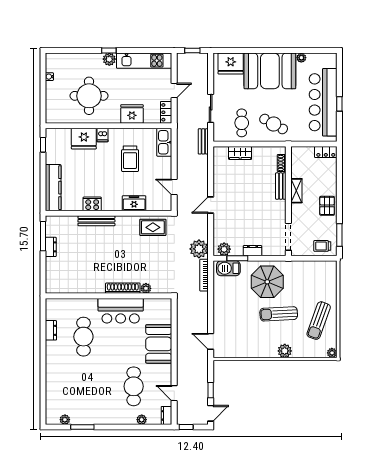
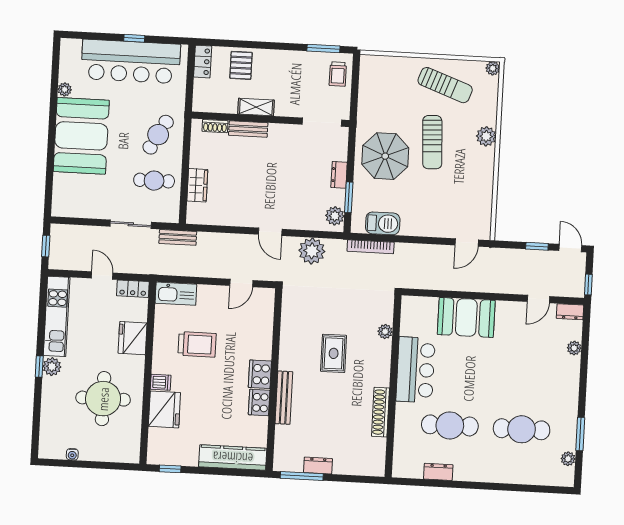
fridge: (231, 63) -> (68, 192), removed
cooker: (112, 203) -> (260, 374), added
freezer: (134, 203) -> (261, 342), removed
pallet: (327, 206) -> (241, 65), moved, turned 90
rug: (153, 227) -> (334, 353), moved
plant: (199, 249) -> (312, 251), moved
barbecue: (228, 268) -> (383, 223), moved, turned -90
shoe rack: (123, 288) -> (380, 412), moved
cafe table: (134, 386) -> (522, 429), moved

